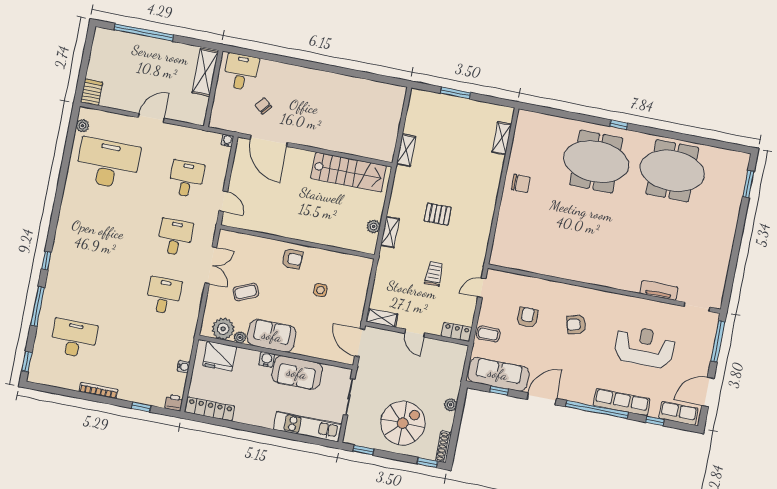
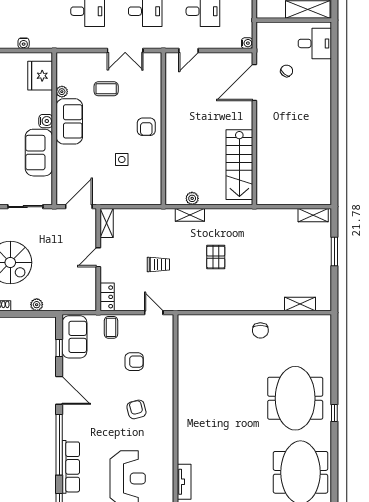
shelving: (406, 150) -> (313, 215), moved
coffee table: (246, 292) -> (106, 89), turned -66
plant: (223, 329) -> (67, 74), removed
sofa: (498, 374) -> (75, 337), width x0.73

